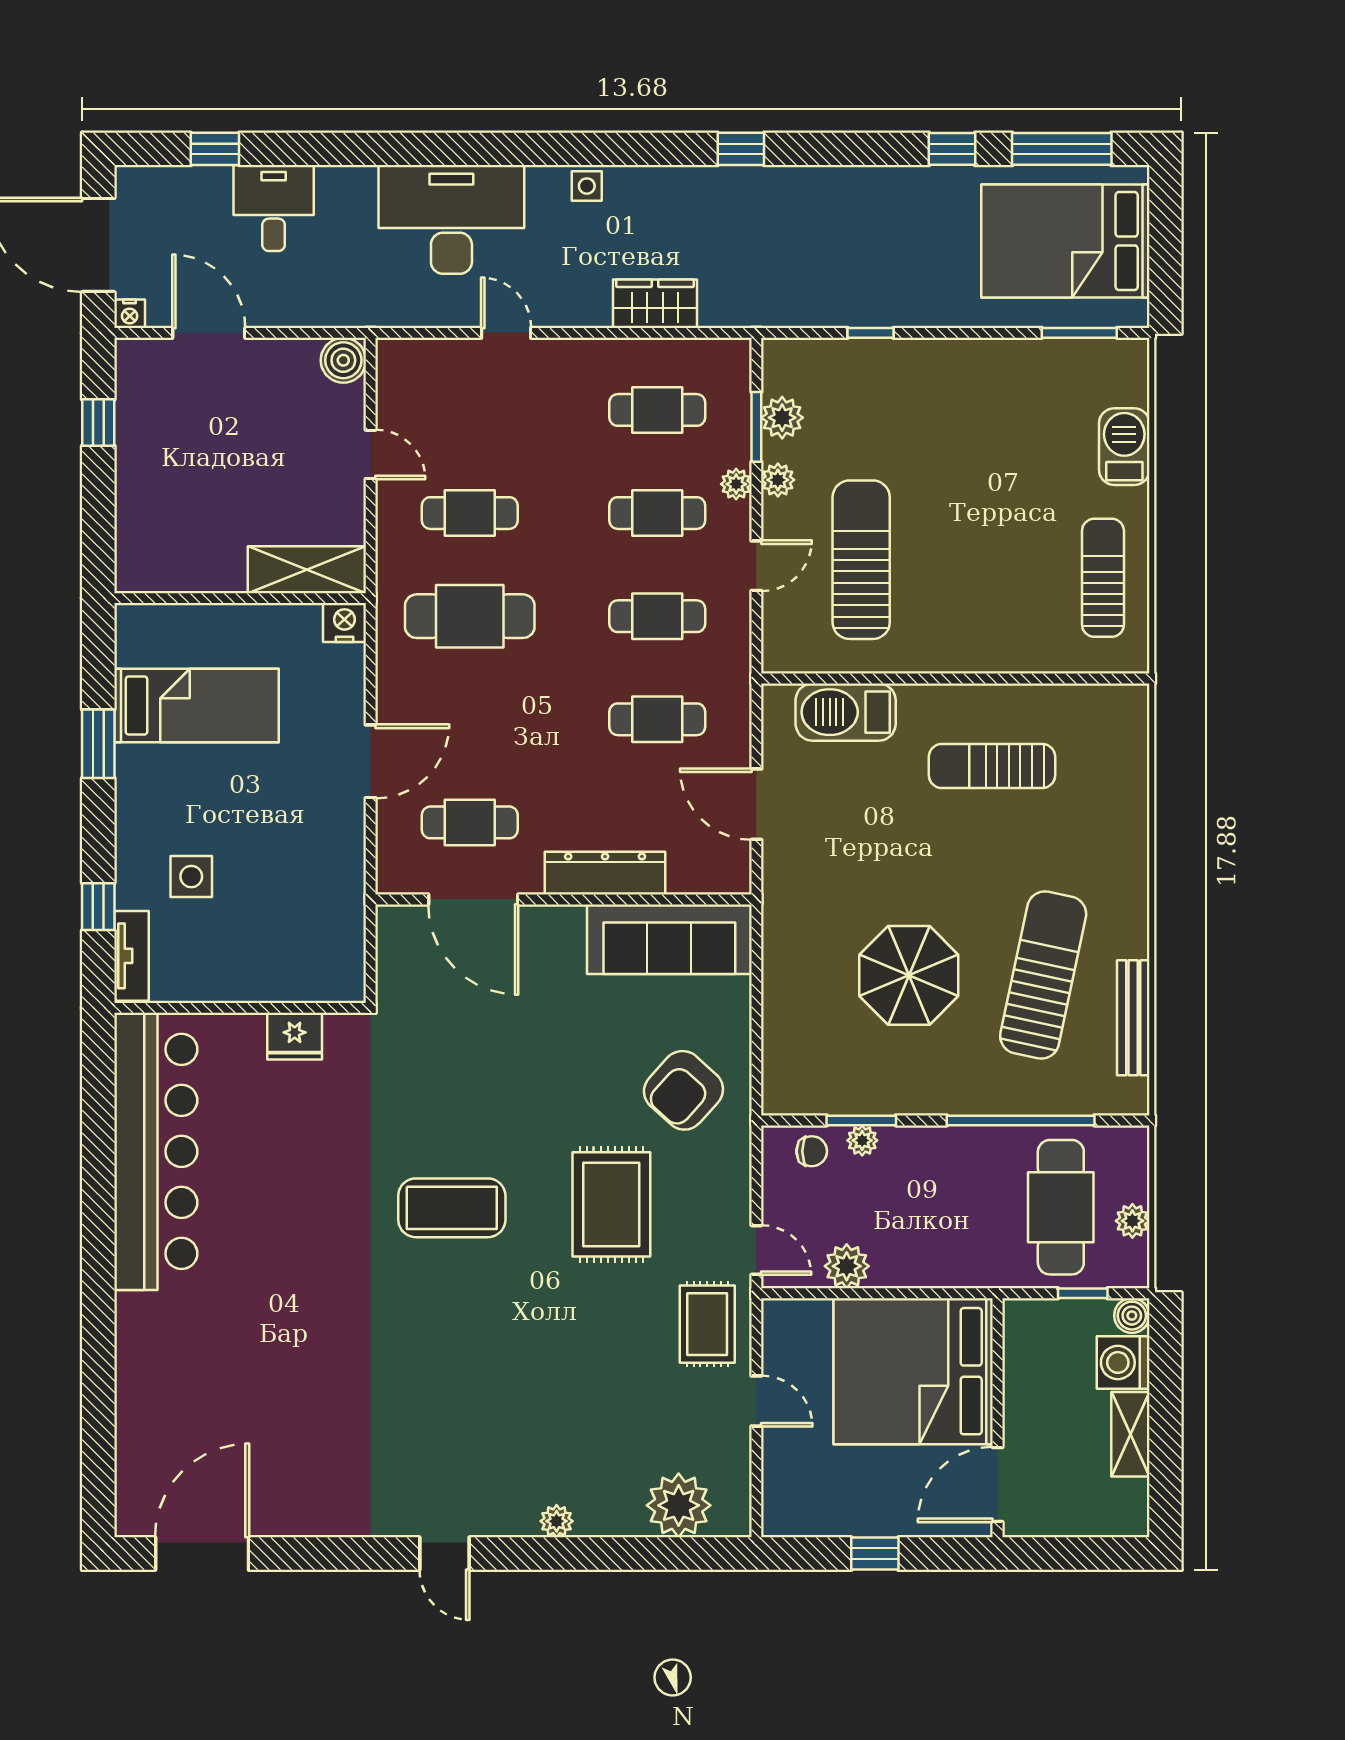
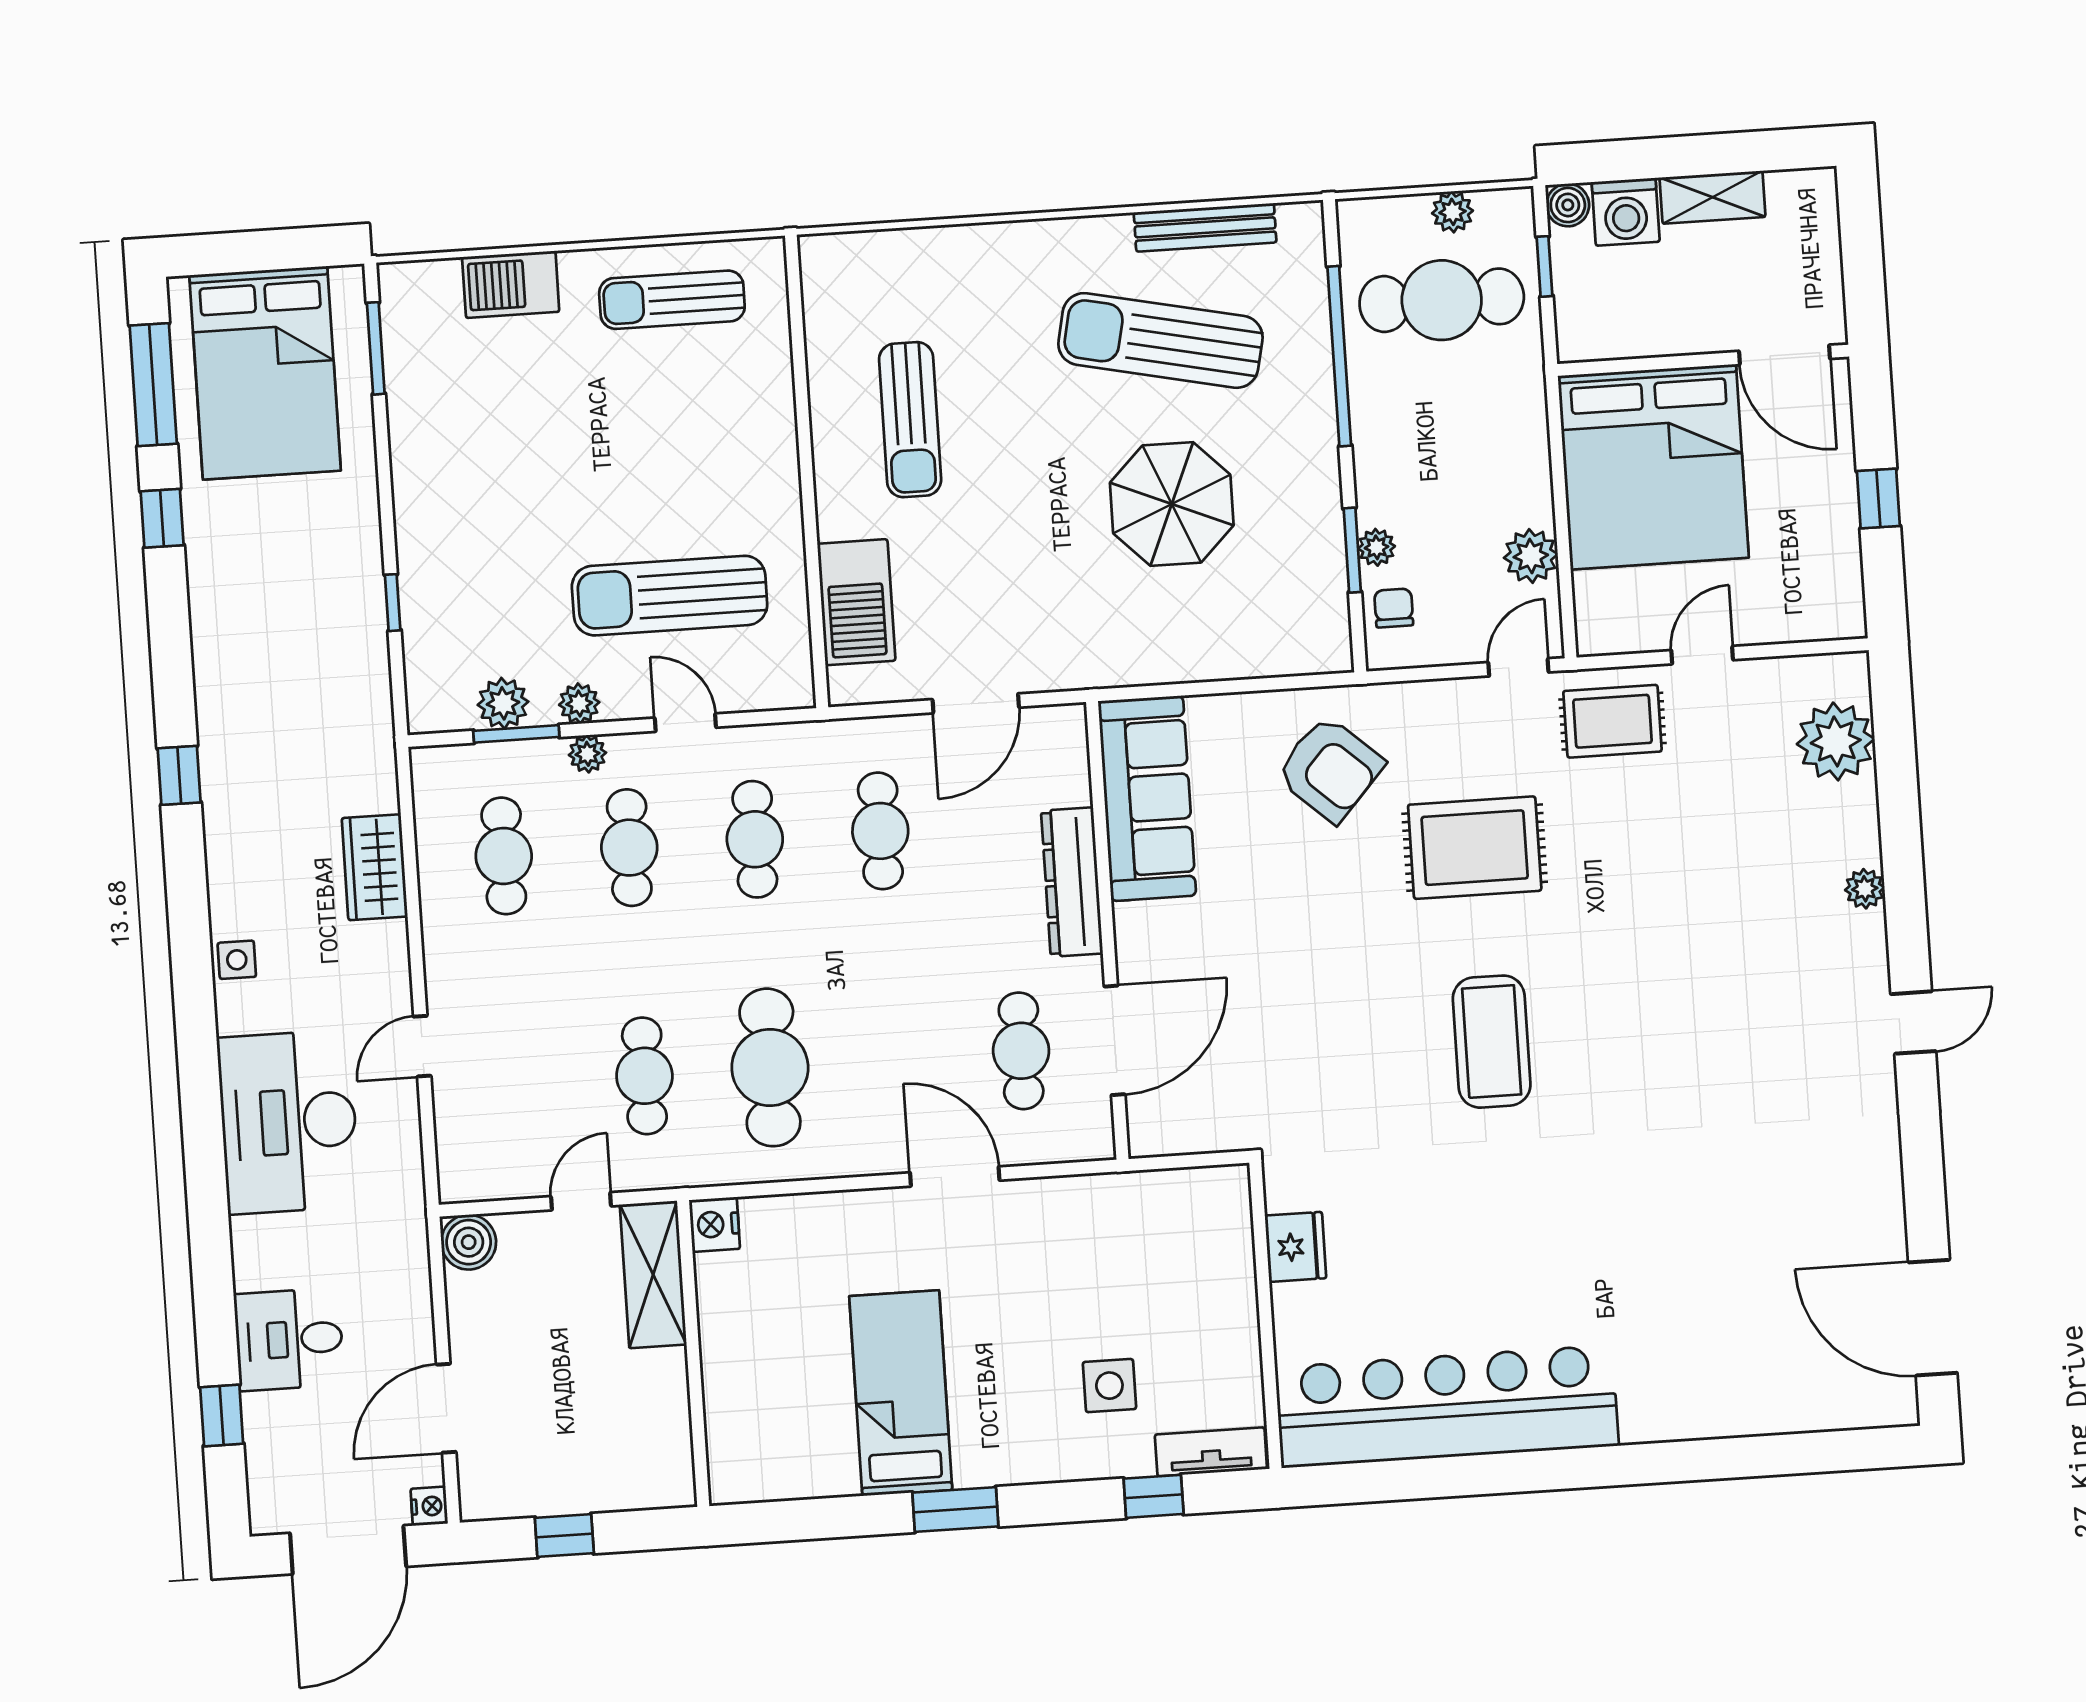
shelving: (307, 570) -> (653, 1275), moved
wall: (240, 598) -> (693, 1353), moved
nightstand: (344, 623) -> (714, 1224), moved

